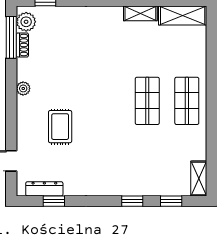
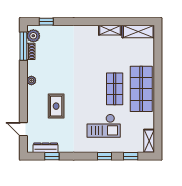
shop shelf: (187, 101) -> (141, 89), width x1.43, depth x1.36
checkout: (131, 156) -> (104, 126), added

